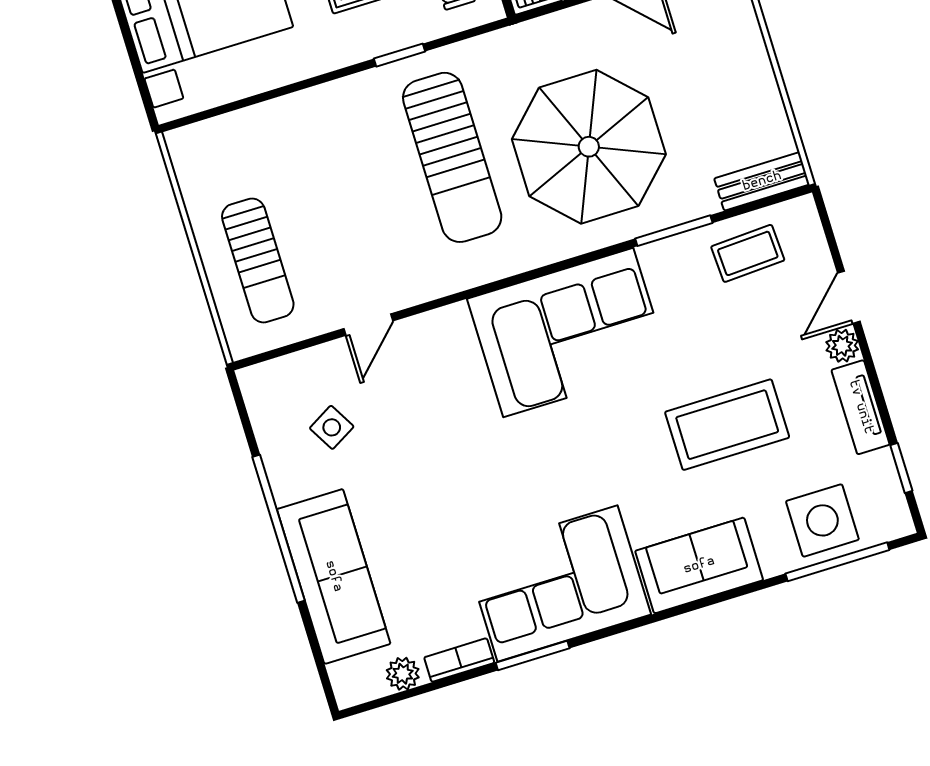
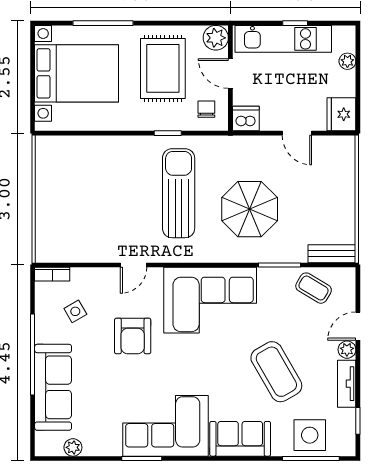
parasol: (589, 147) -> (250, 209), width x0.73, depth x0.73
sun lounger: (452, 157) -> (179, 193), turned 180
coffee table: (748, 253) -> (314, 288), turned 34
sun lounger: (258, 261) -> (64, 215), removed
door: (368, 325) -> (134, 265), moved
coffee table: (727, 425) -> (276, 372), turned 60
armchair: (449, 440) -> (133, 336), added
bookcase: (459, 660) -> (52, 274), moved, turned 180

